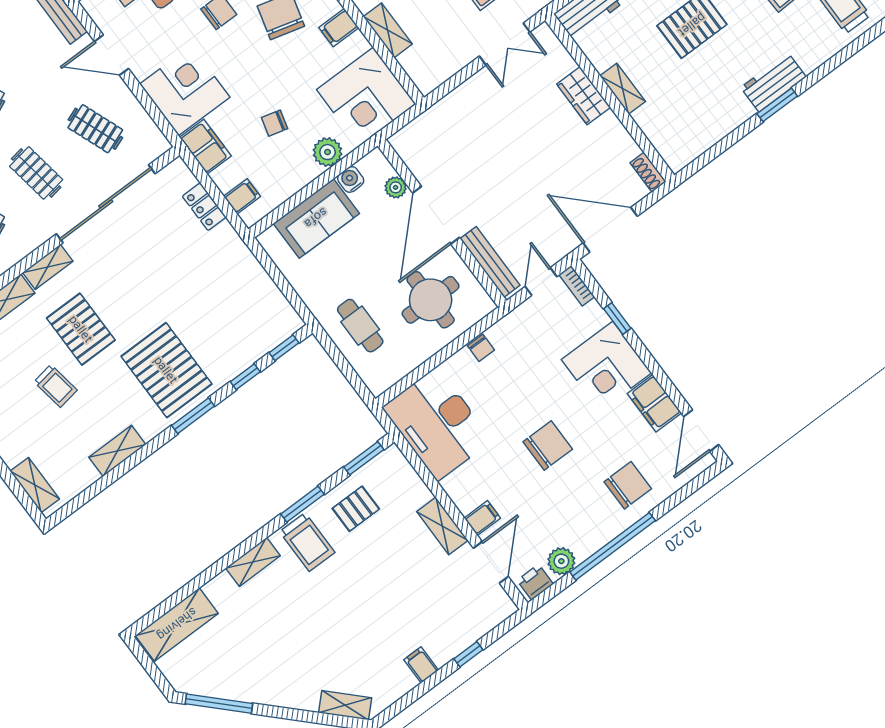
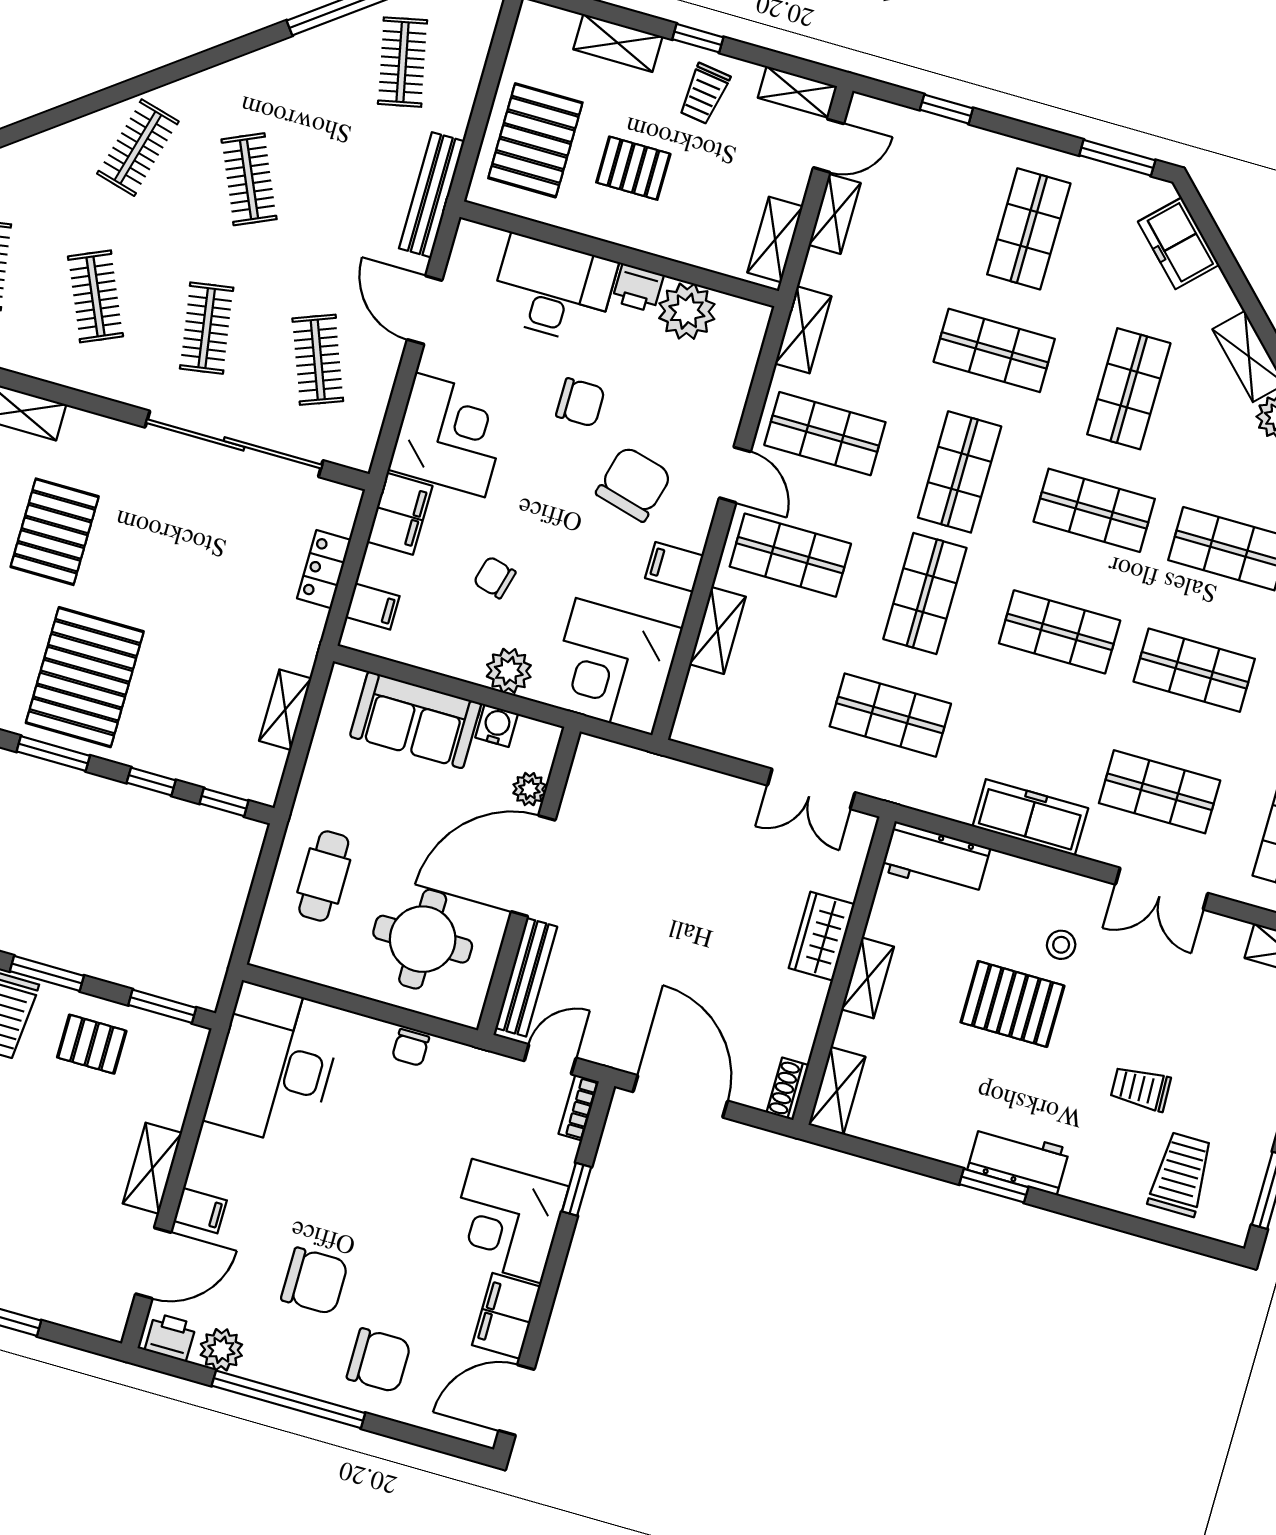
shelving: (668, 148) -> (837, 1091), added
shelving: (48, 267) -> (285, 710), moved, turned 90
chair: (548, 445) -> (315, 1281), moved

